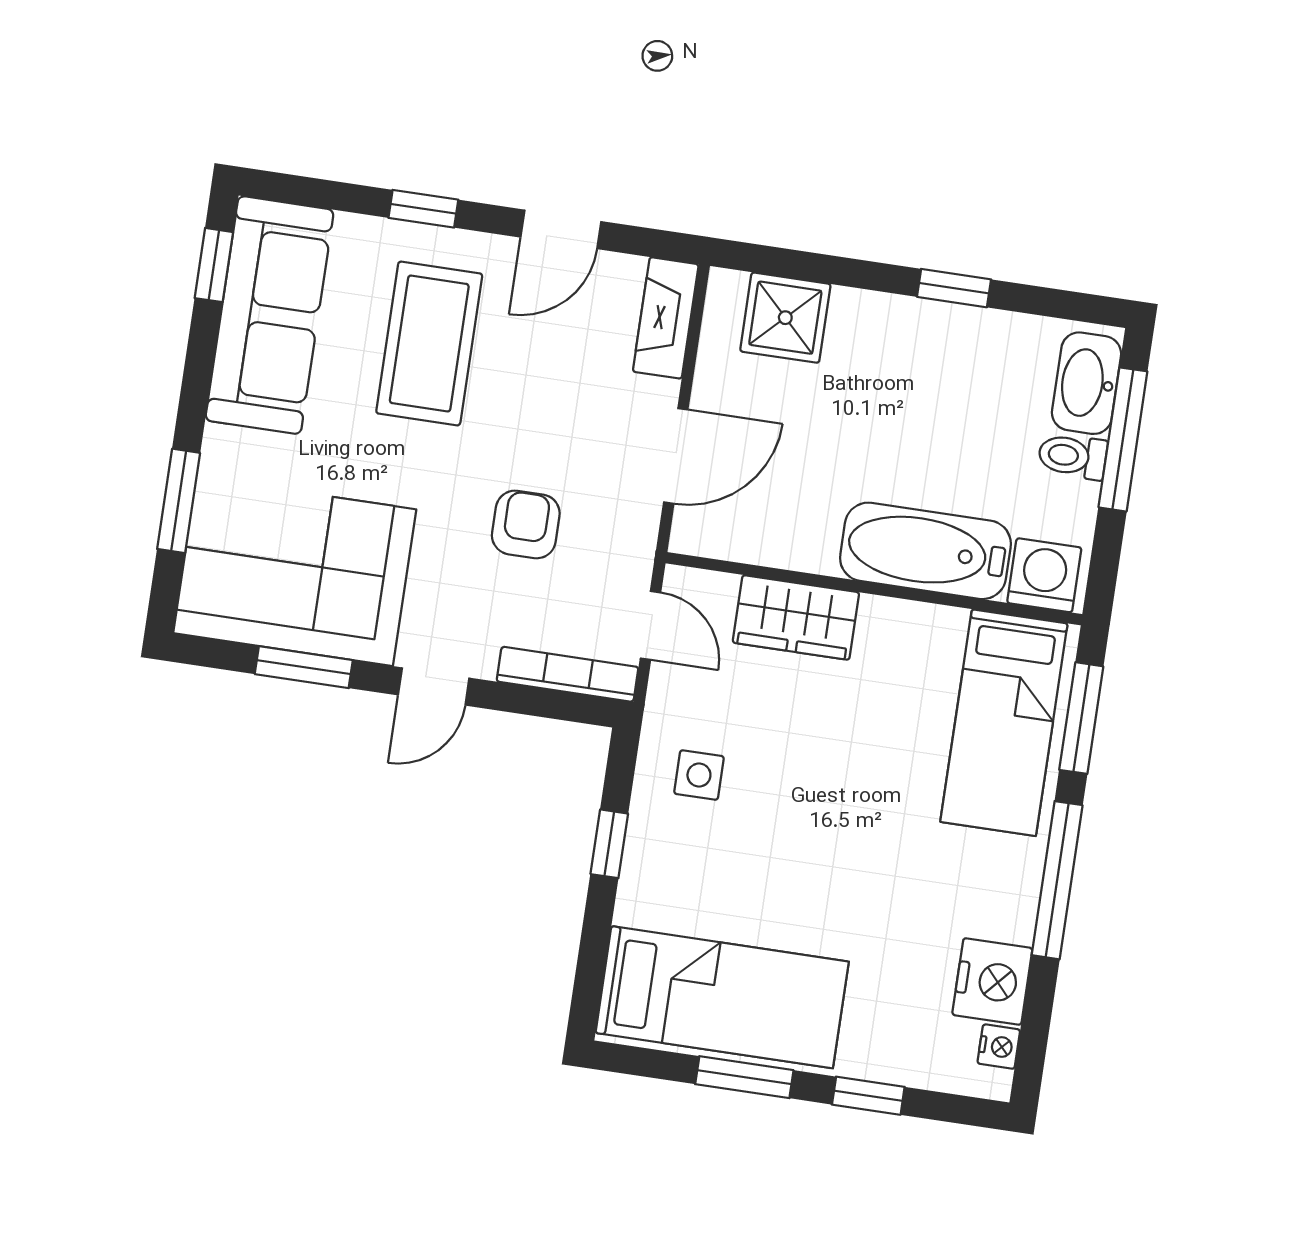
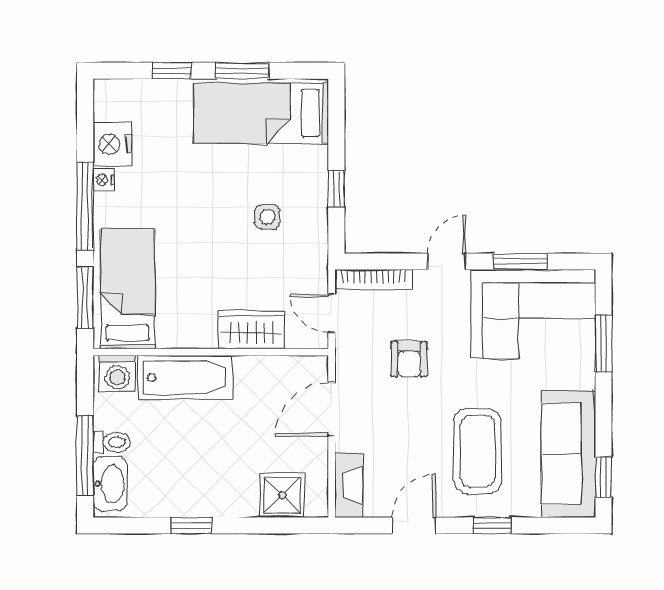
side table: (699, 775) -> (267, 217), moved
nightstand: (999, 1047) -> (104, 180), moved

